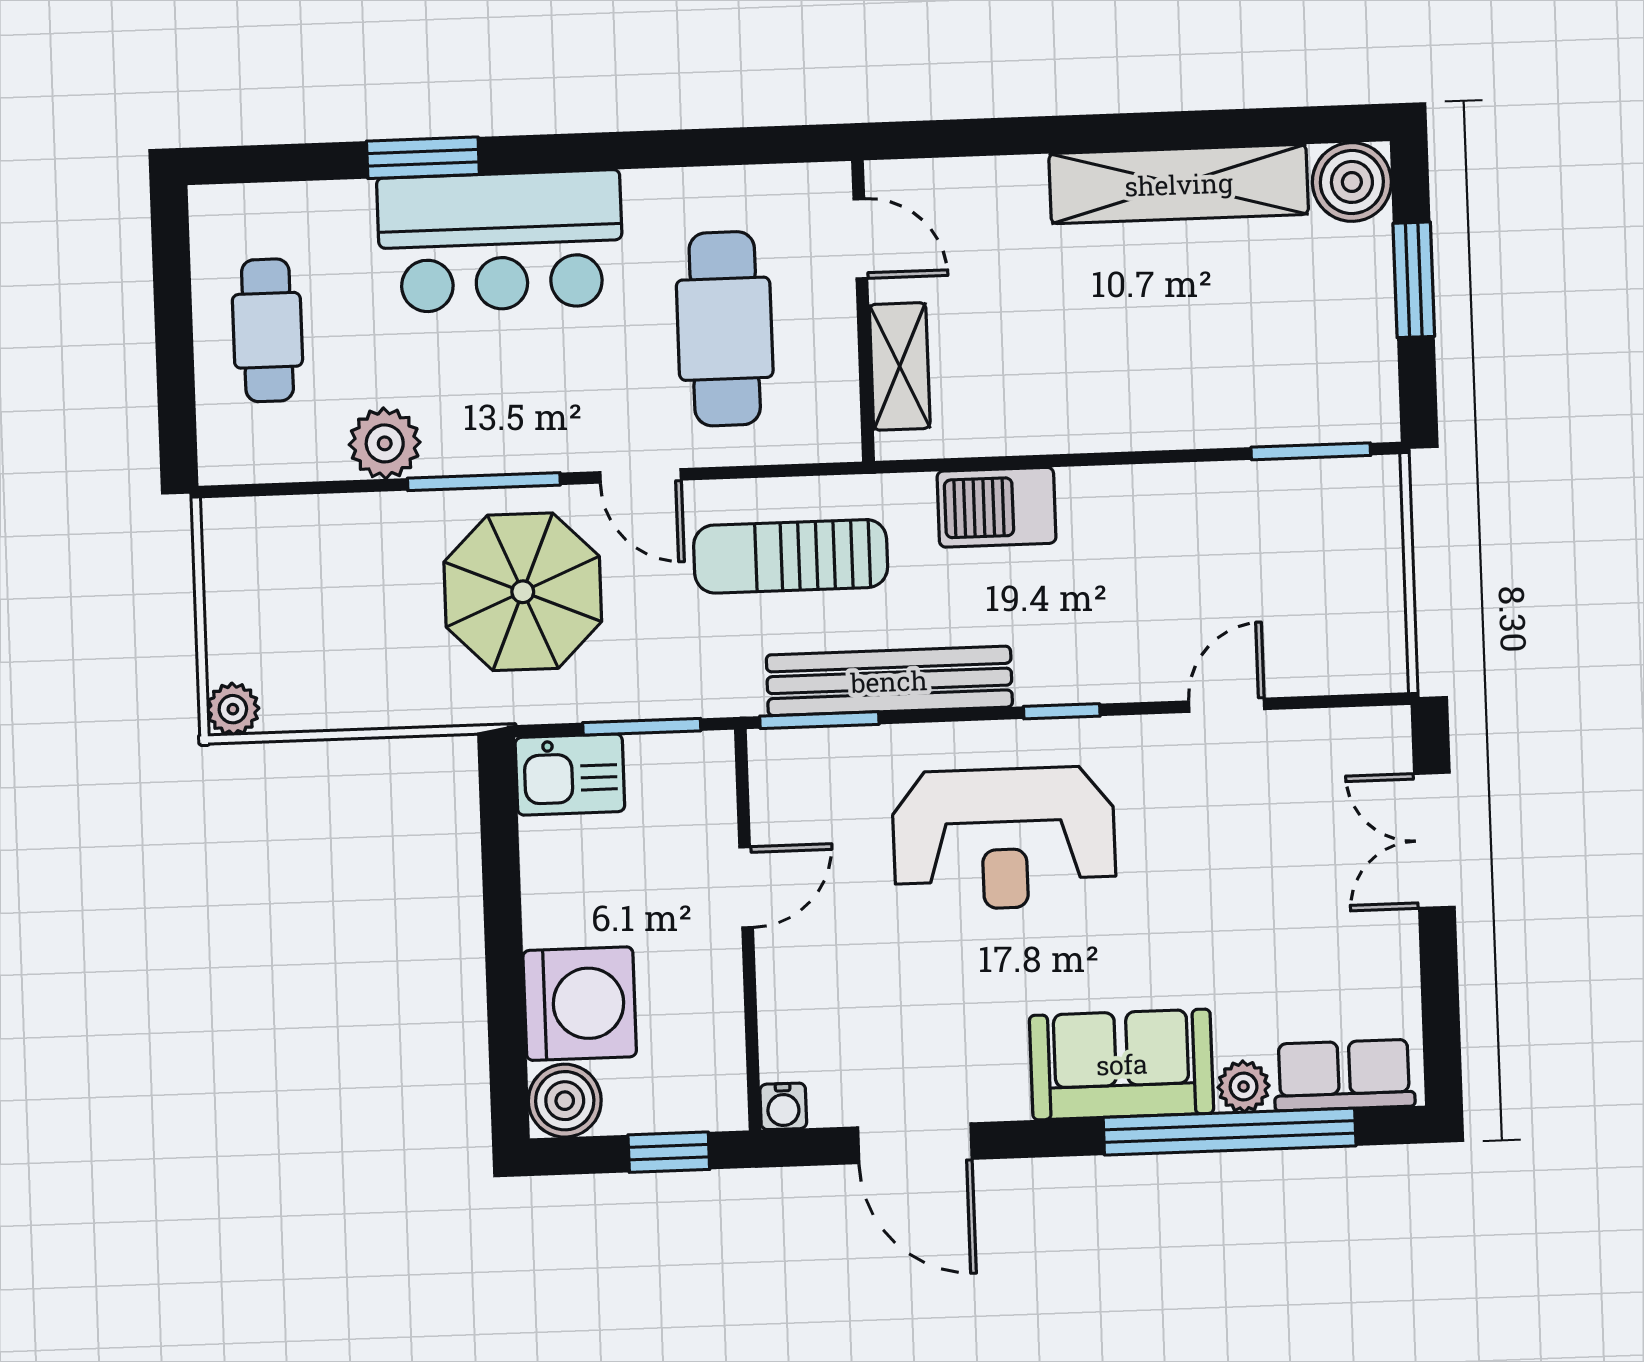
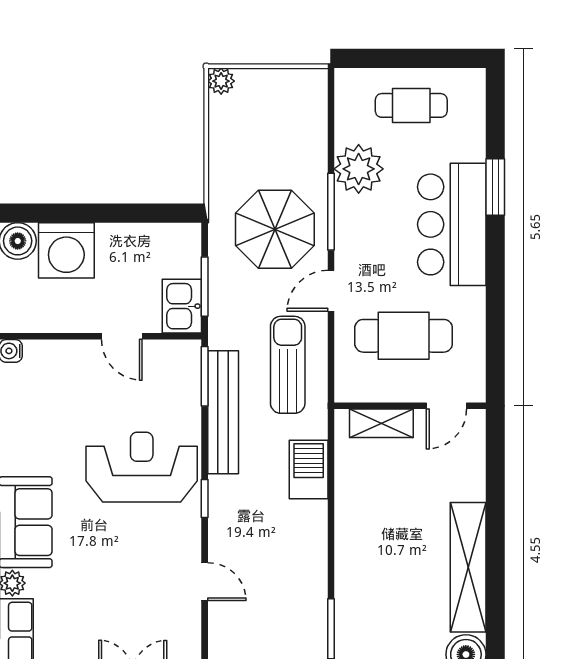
plant: (385, 443) -> (359, 169), width x1.36, depth x1.36
kitchen sink: (570, 774) -> (182, 306), moved
reception desk: (1004, 838) -> (142, 467), turned 90

